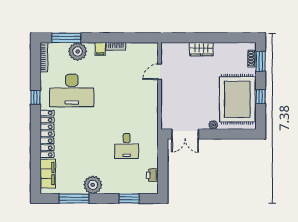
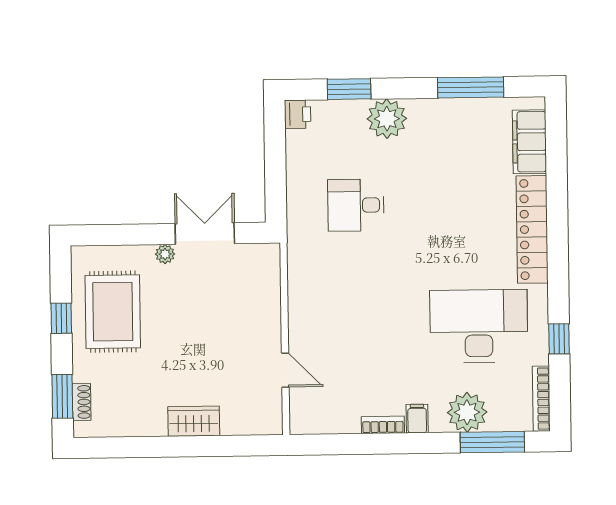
door: (160, 72) -> (285, 370), hinge flipped
window: (36, 97) -> (559, 339), moved
rug: (237, 99) -> (113, 312), width x0.73, depth x0.69
double door: (185, 134) -> (205, 234), moved
desk: (127, 146) -> (356, 205), turned -90
printer: (152, 175) -> (298, 114), moved
plant: (93, 185) -> (387, 119), moved

